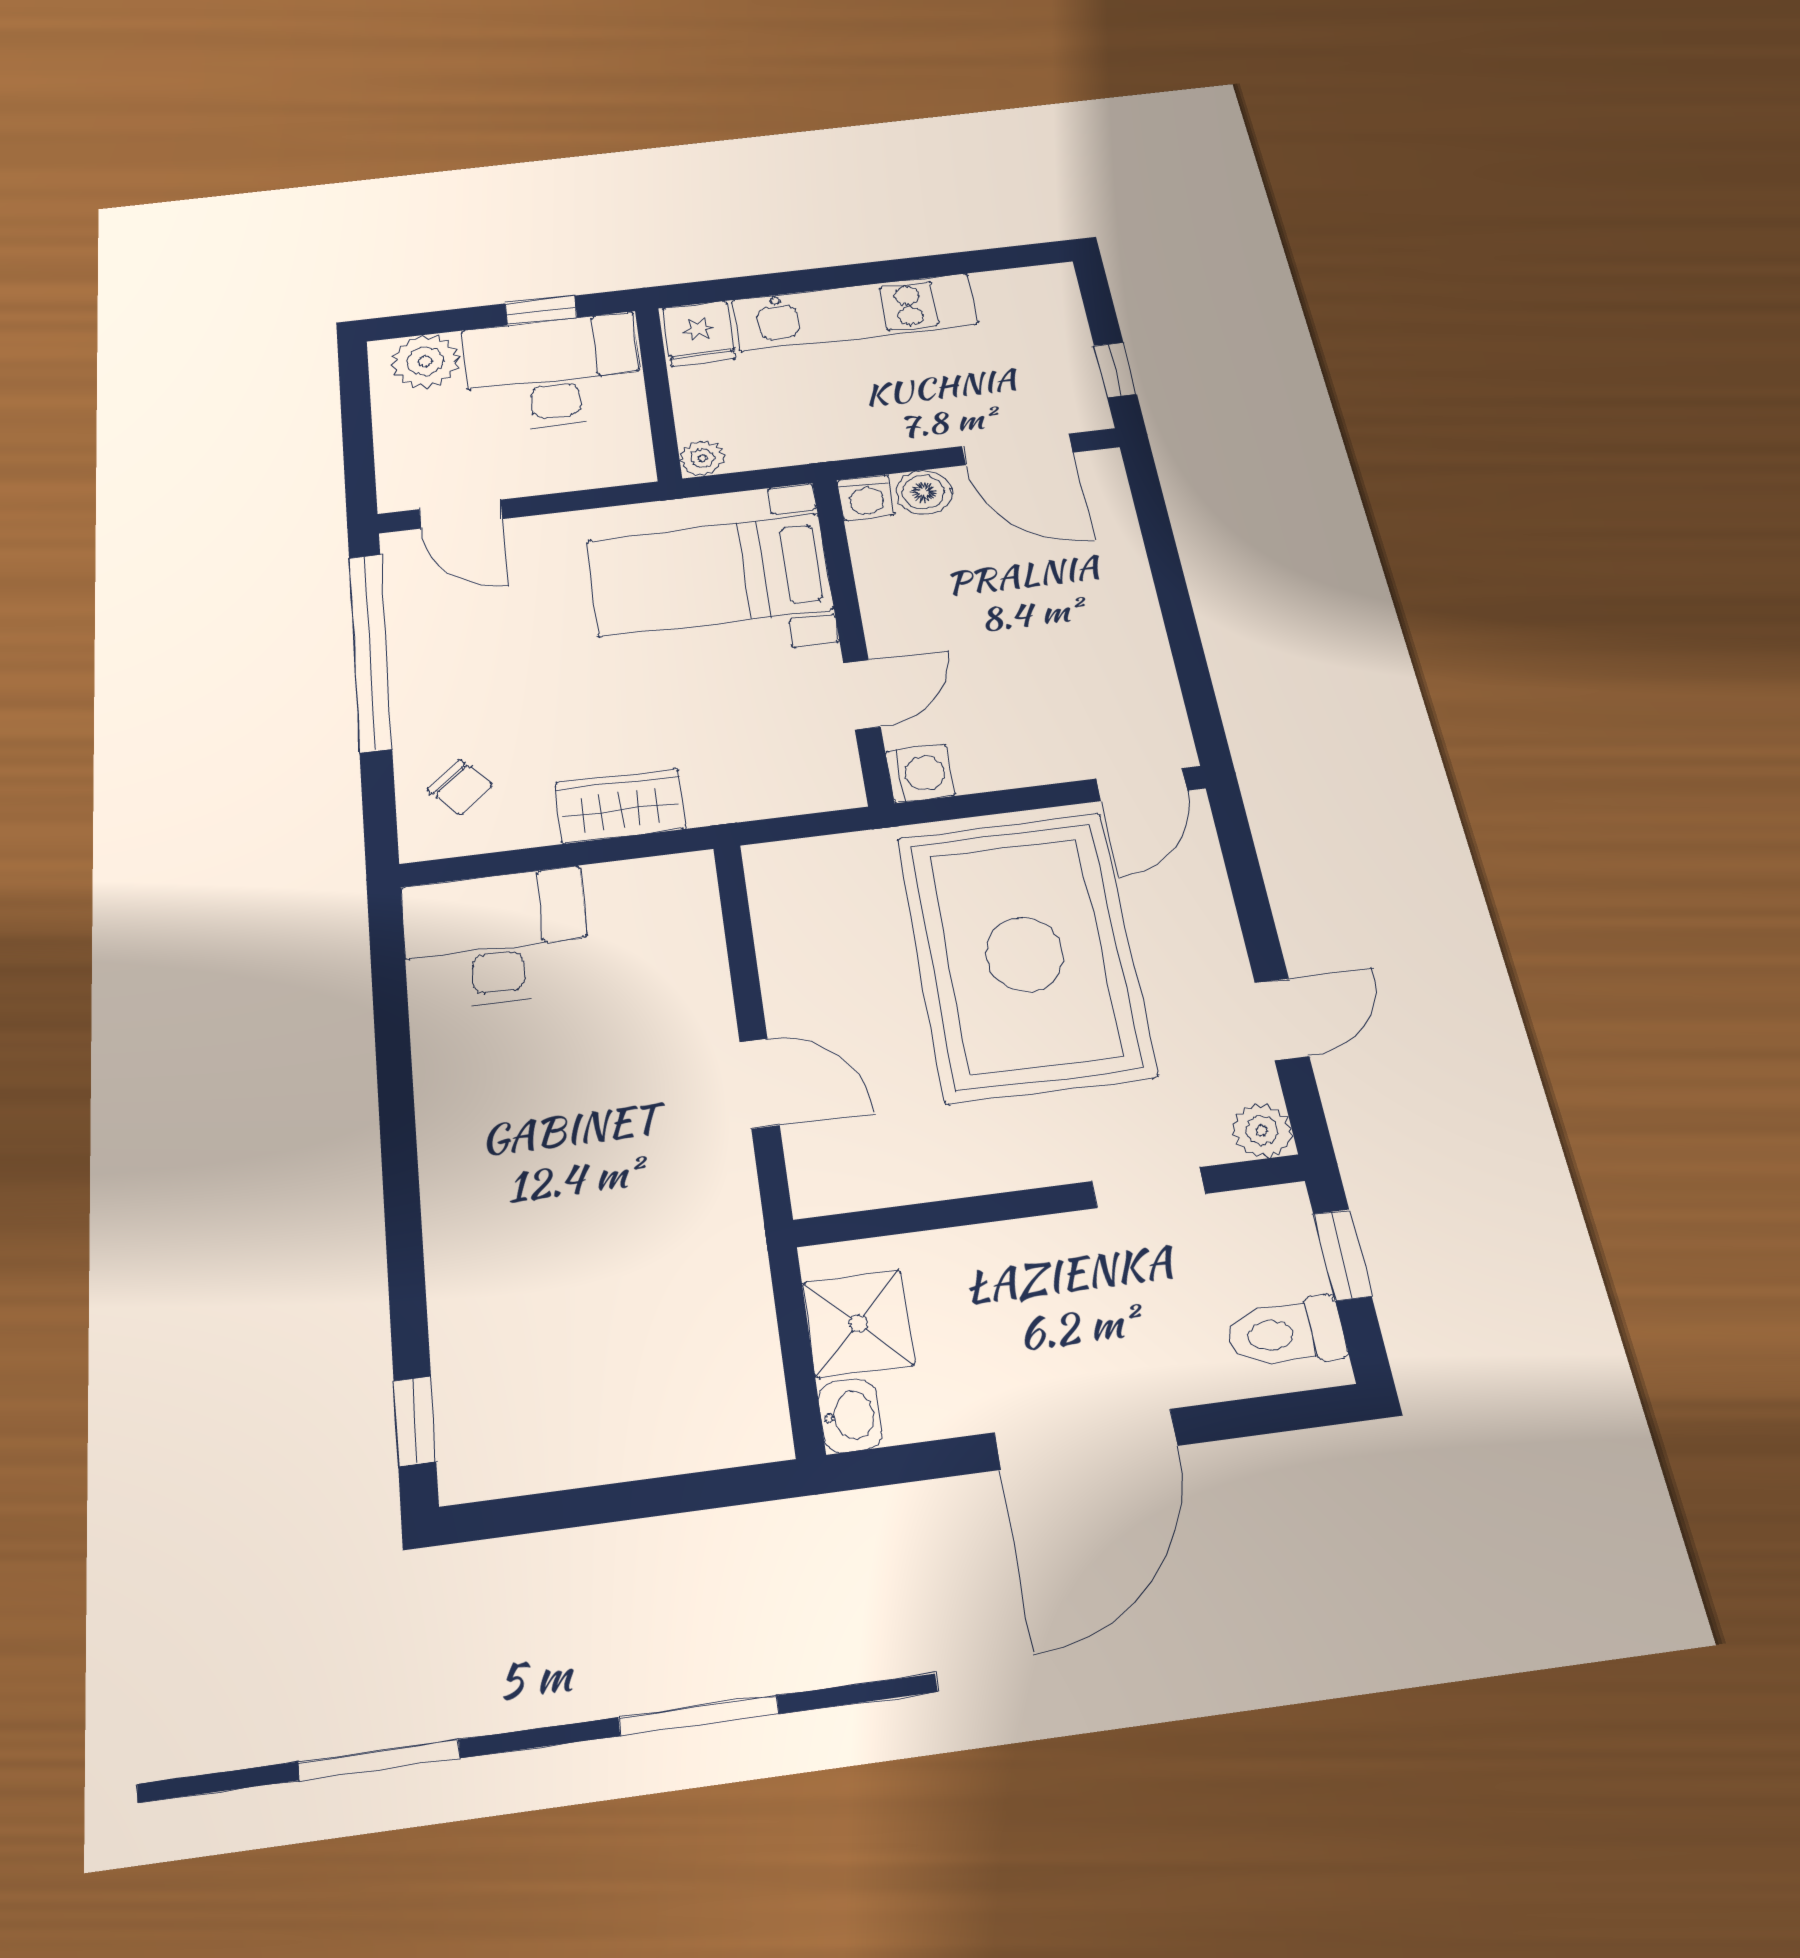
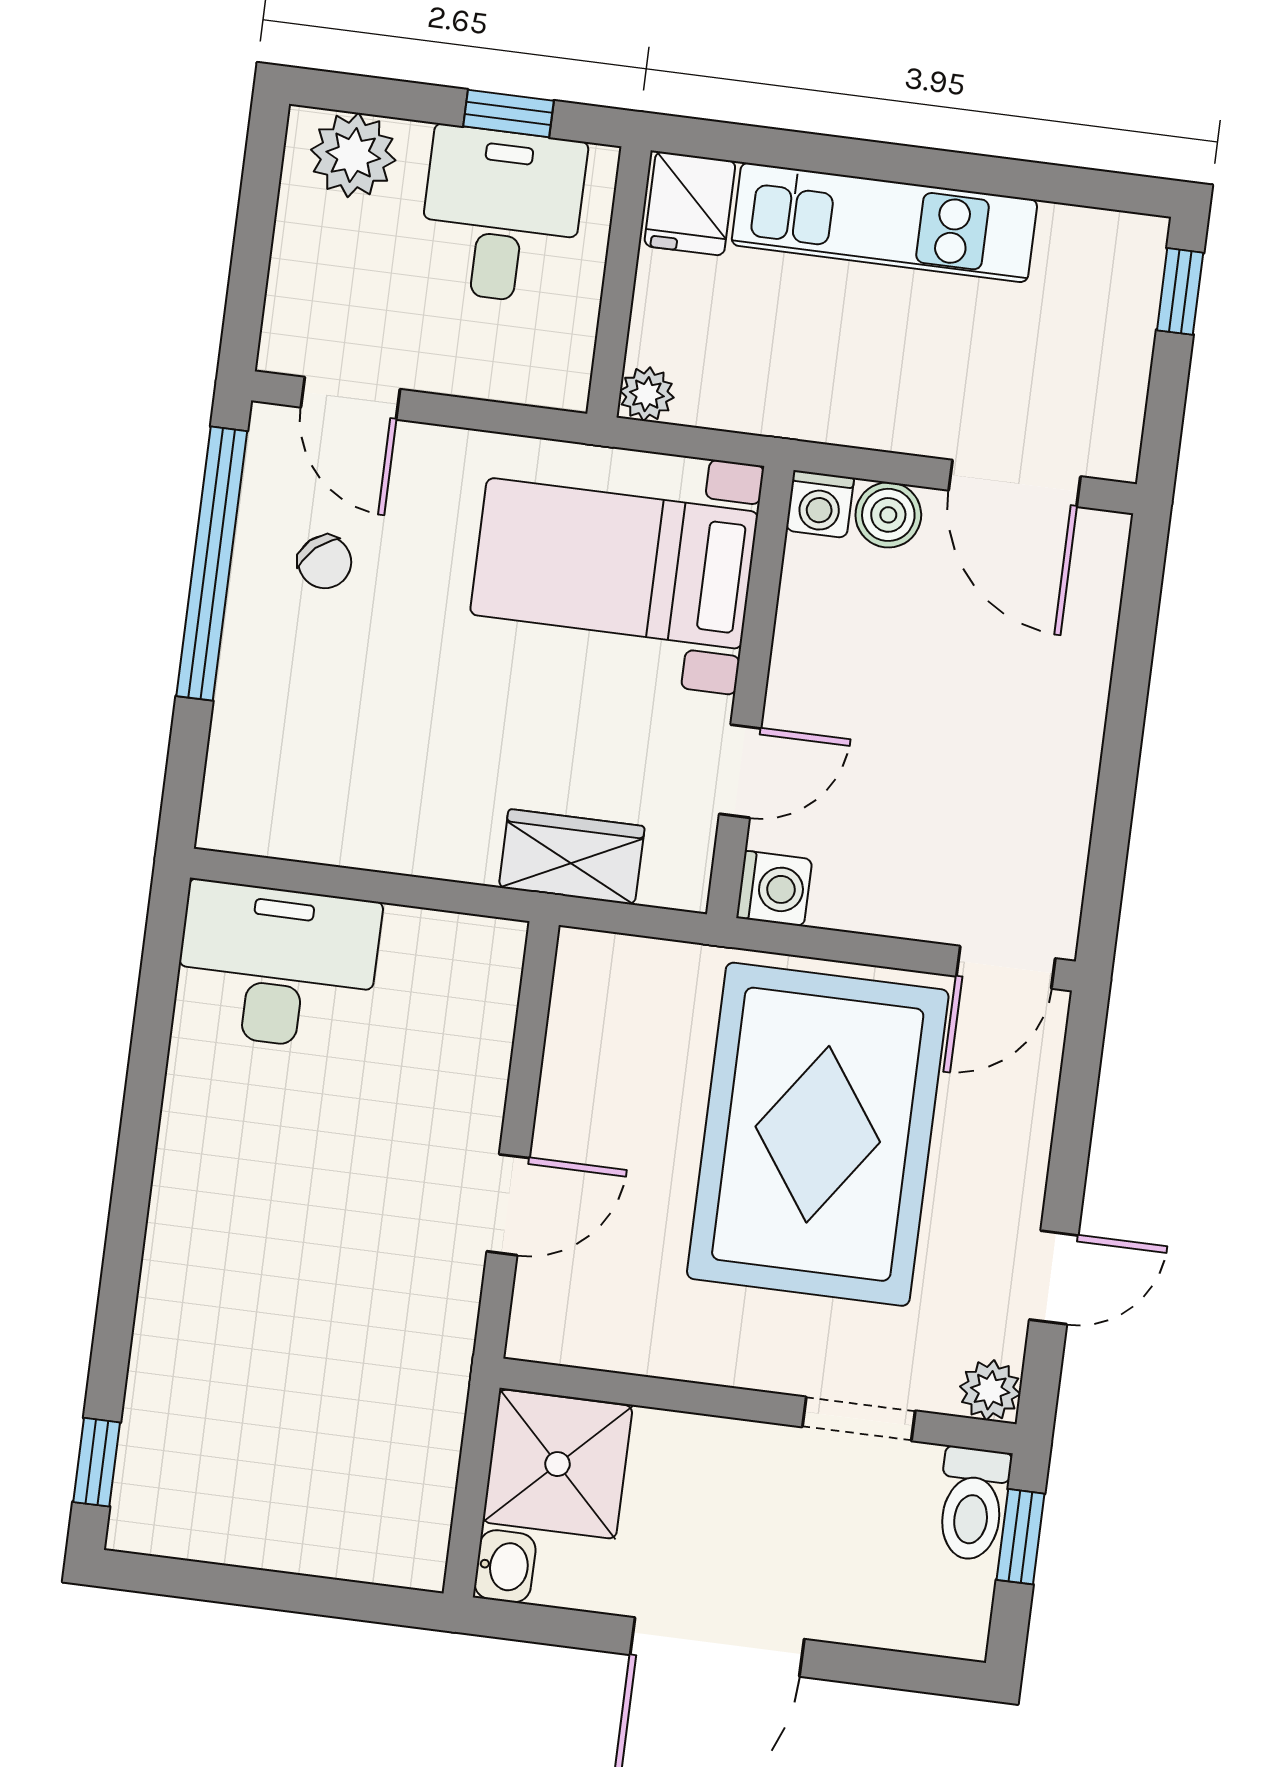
window: (1115, 370) -> (1180, 291), moved
desk: (553, 372) -> (502, 215), width x0.73
chair: (460, 787) -> (325, 562), moved
wardrobe: (620, 806) -> (572, 857), moved
door: (759, 1083) -> (508, 1205), hinge flipped
shower: (858, 1323) -> (557, 1464), width x1.36, depth x1.36
toilet: (1286, 1333) -> (973, 1504), moved, turned -90

